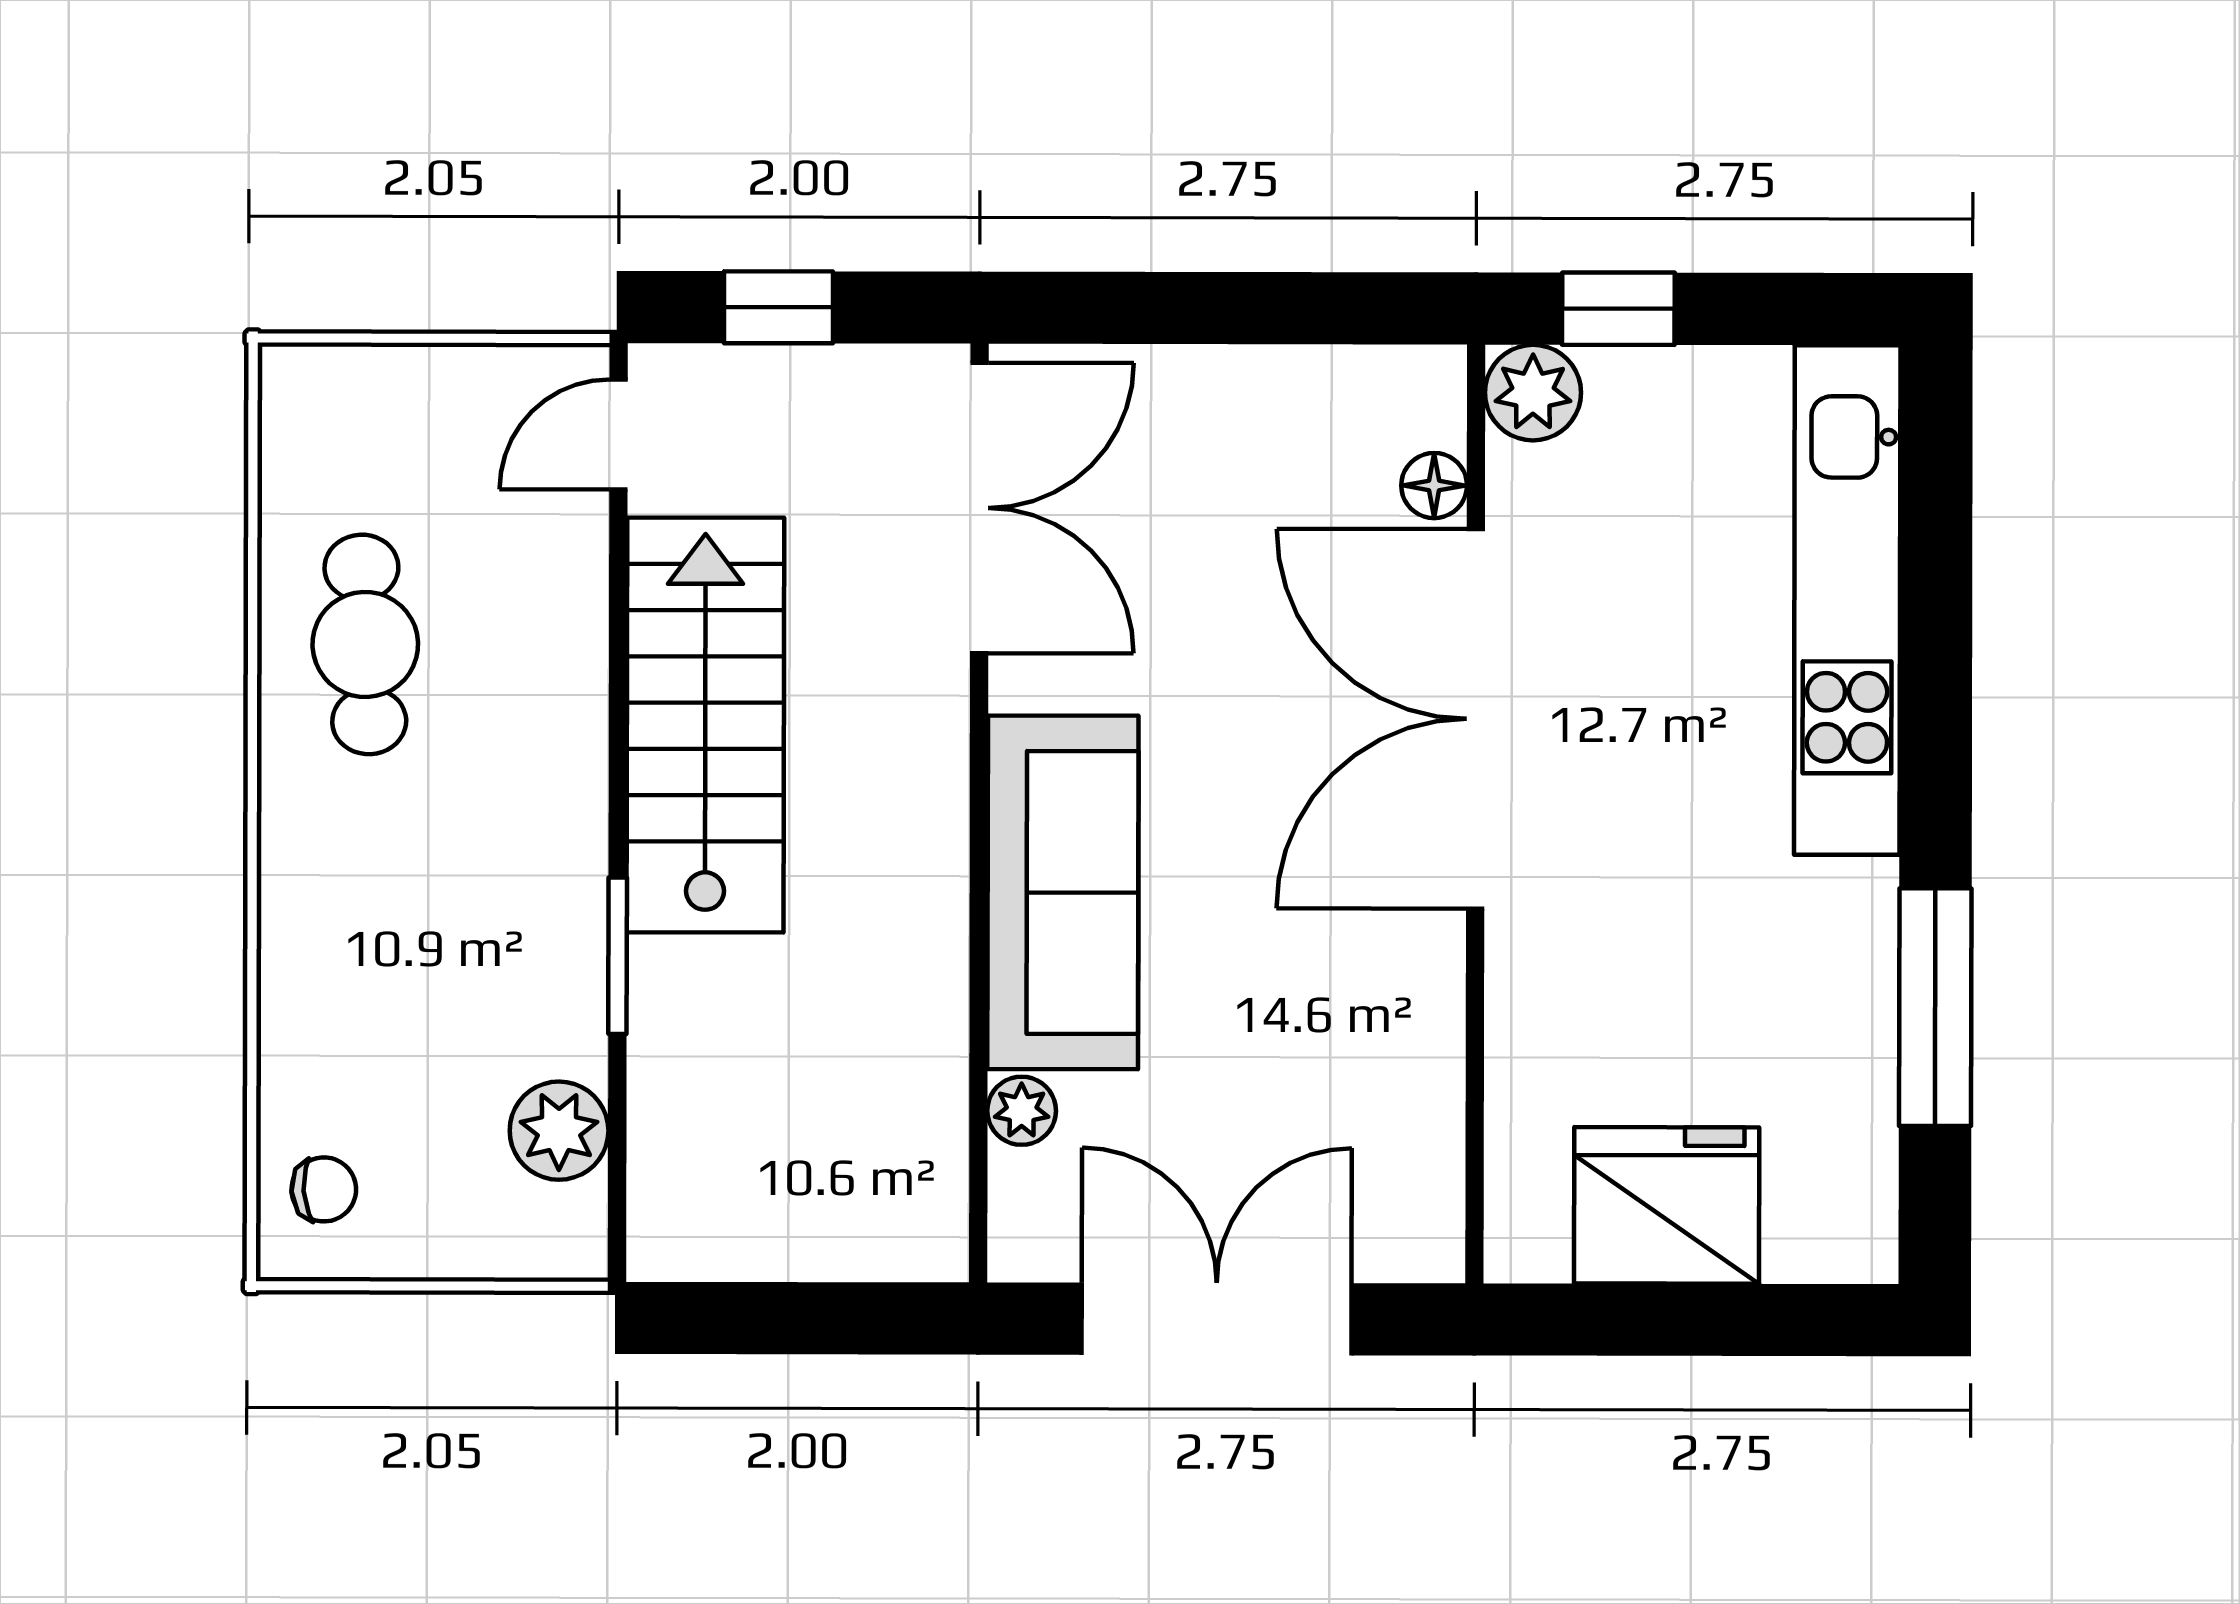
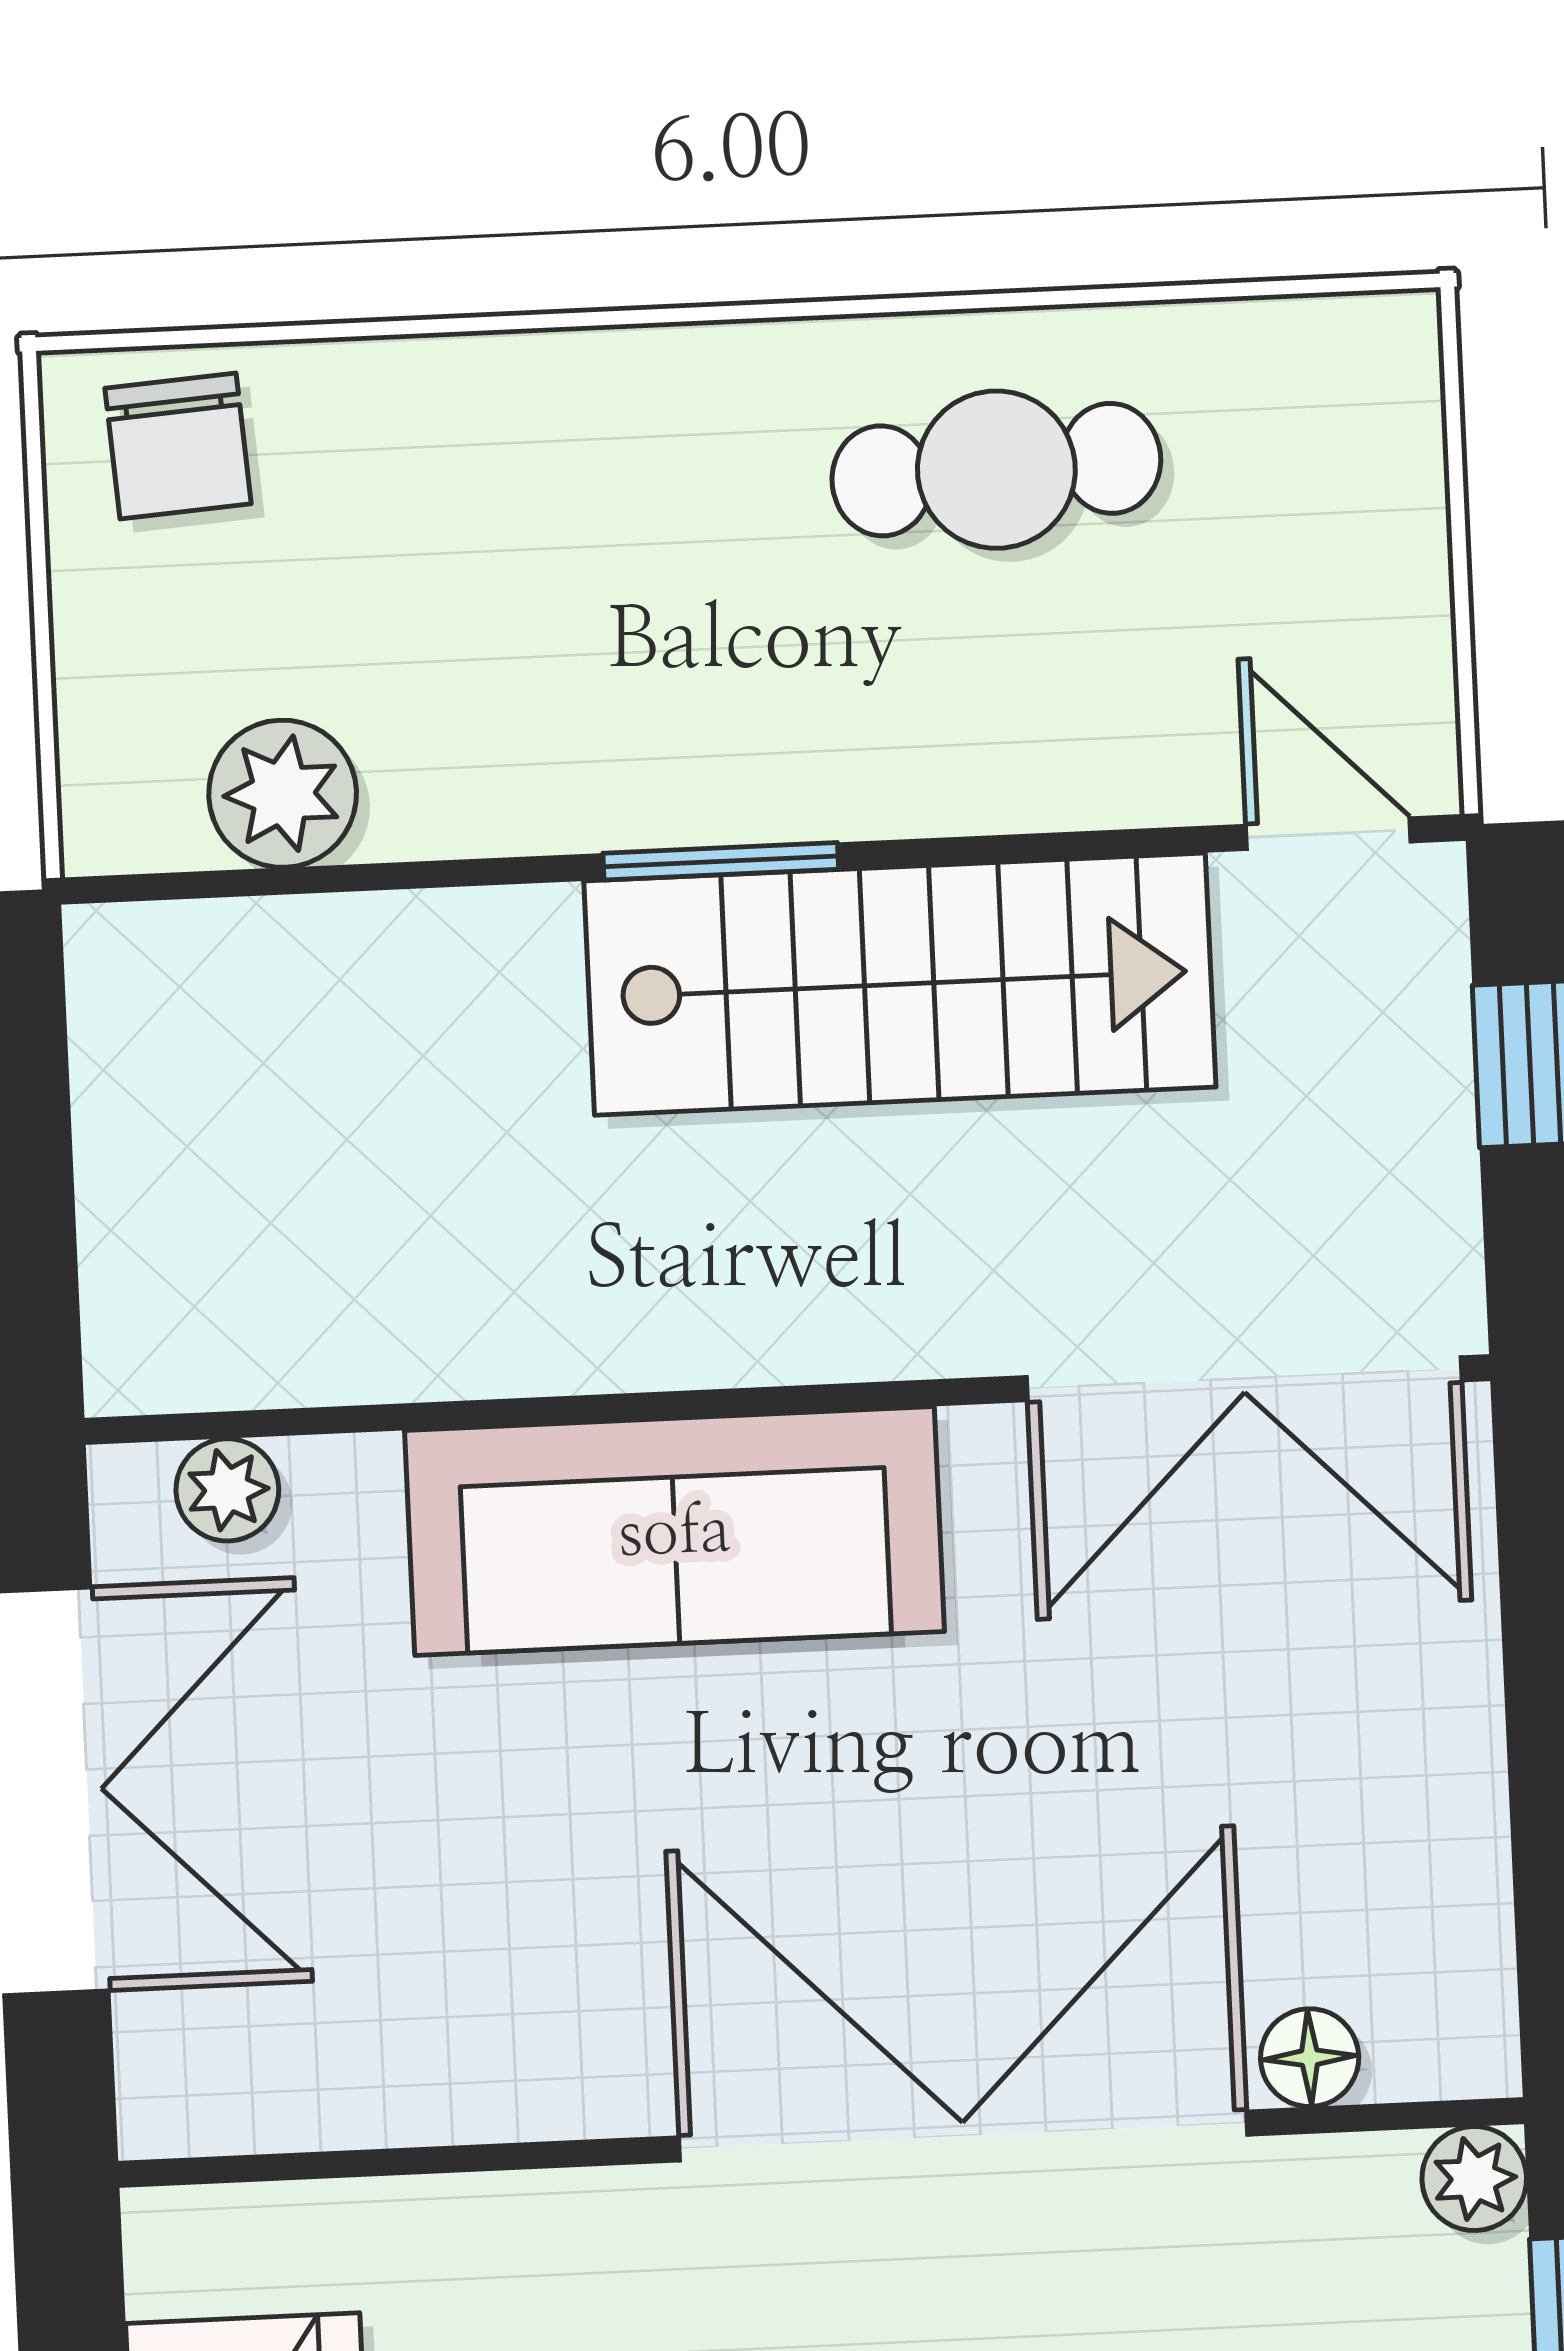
plant: (1533, 393) -> (1474, 2179), width x0.73, depth x0.73
window: (618, 956) -> (721, 861), moved
plant: (1022, 1111) -> (227, 1490), moved
chair: (324, 1189) -> (178, 446), width x1.37, depth x1.37

